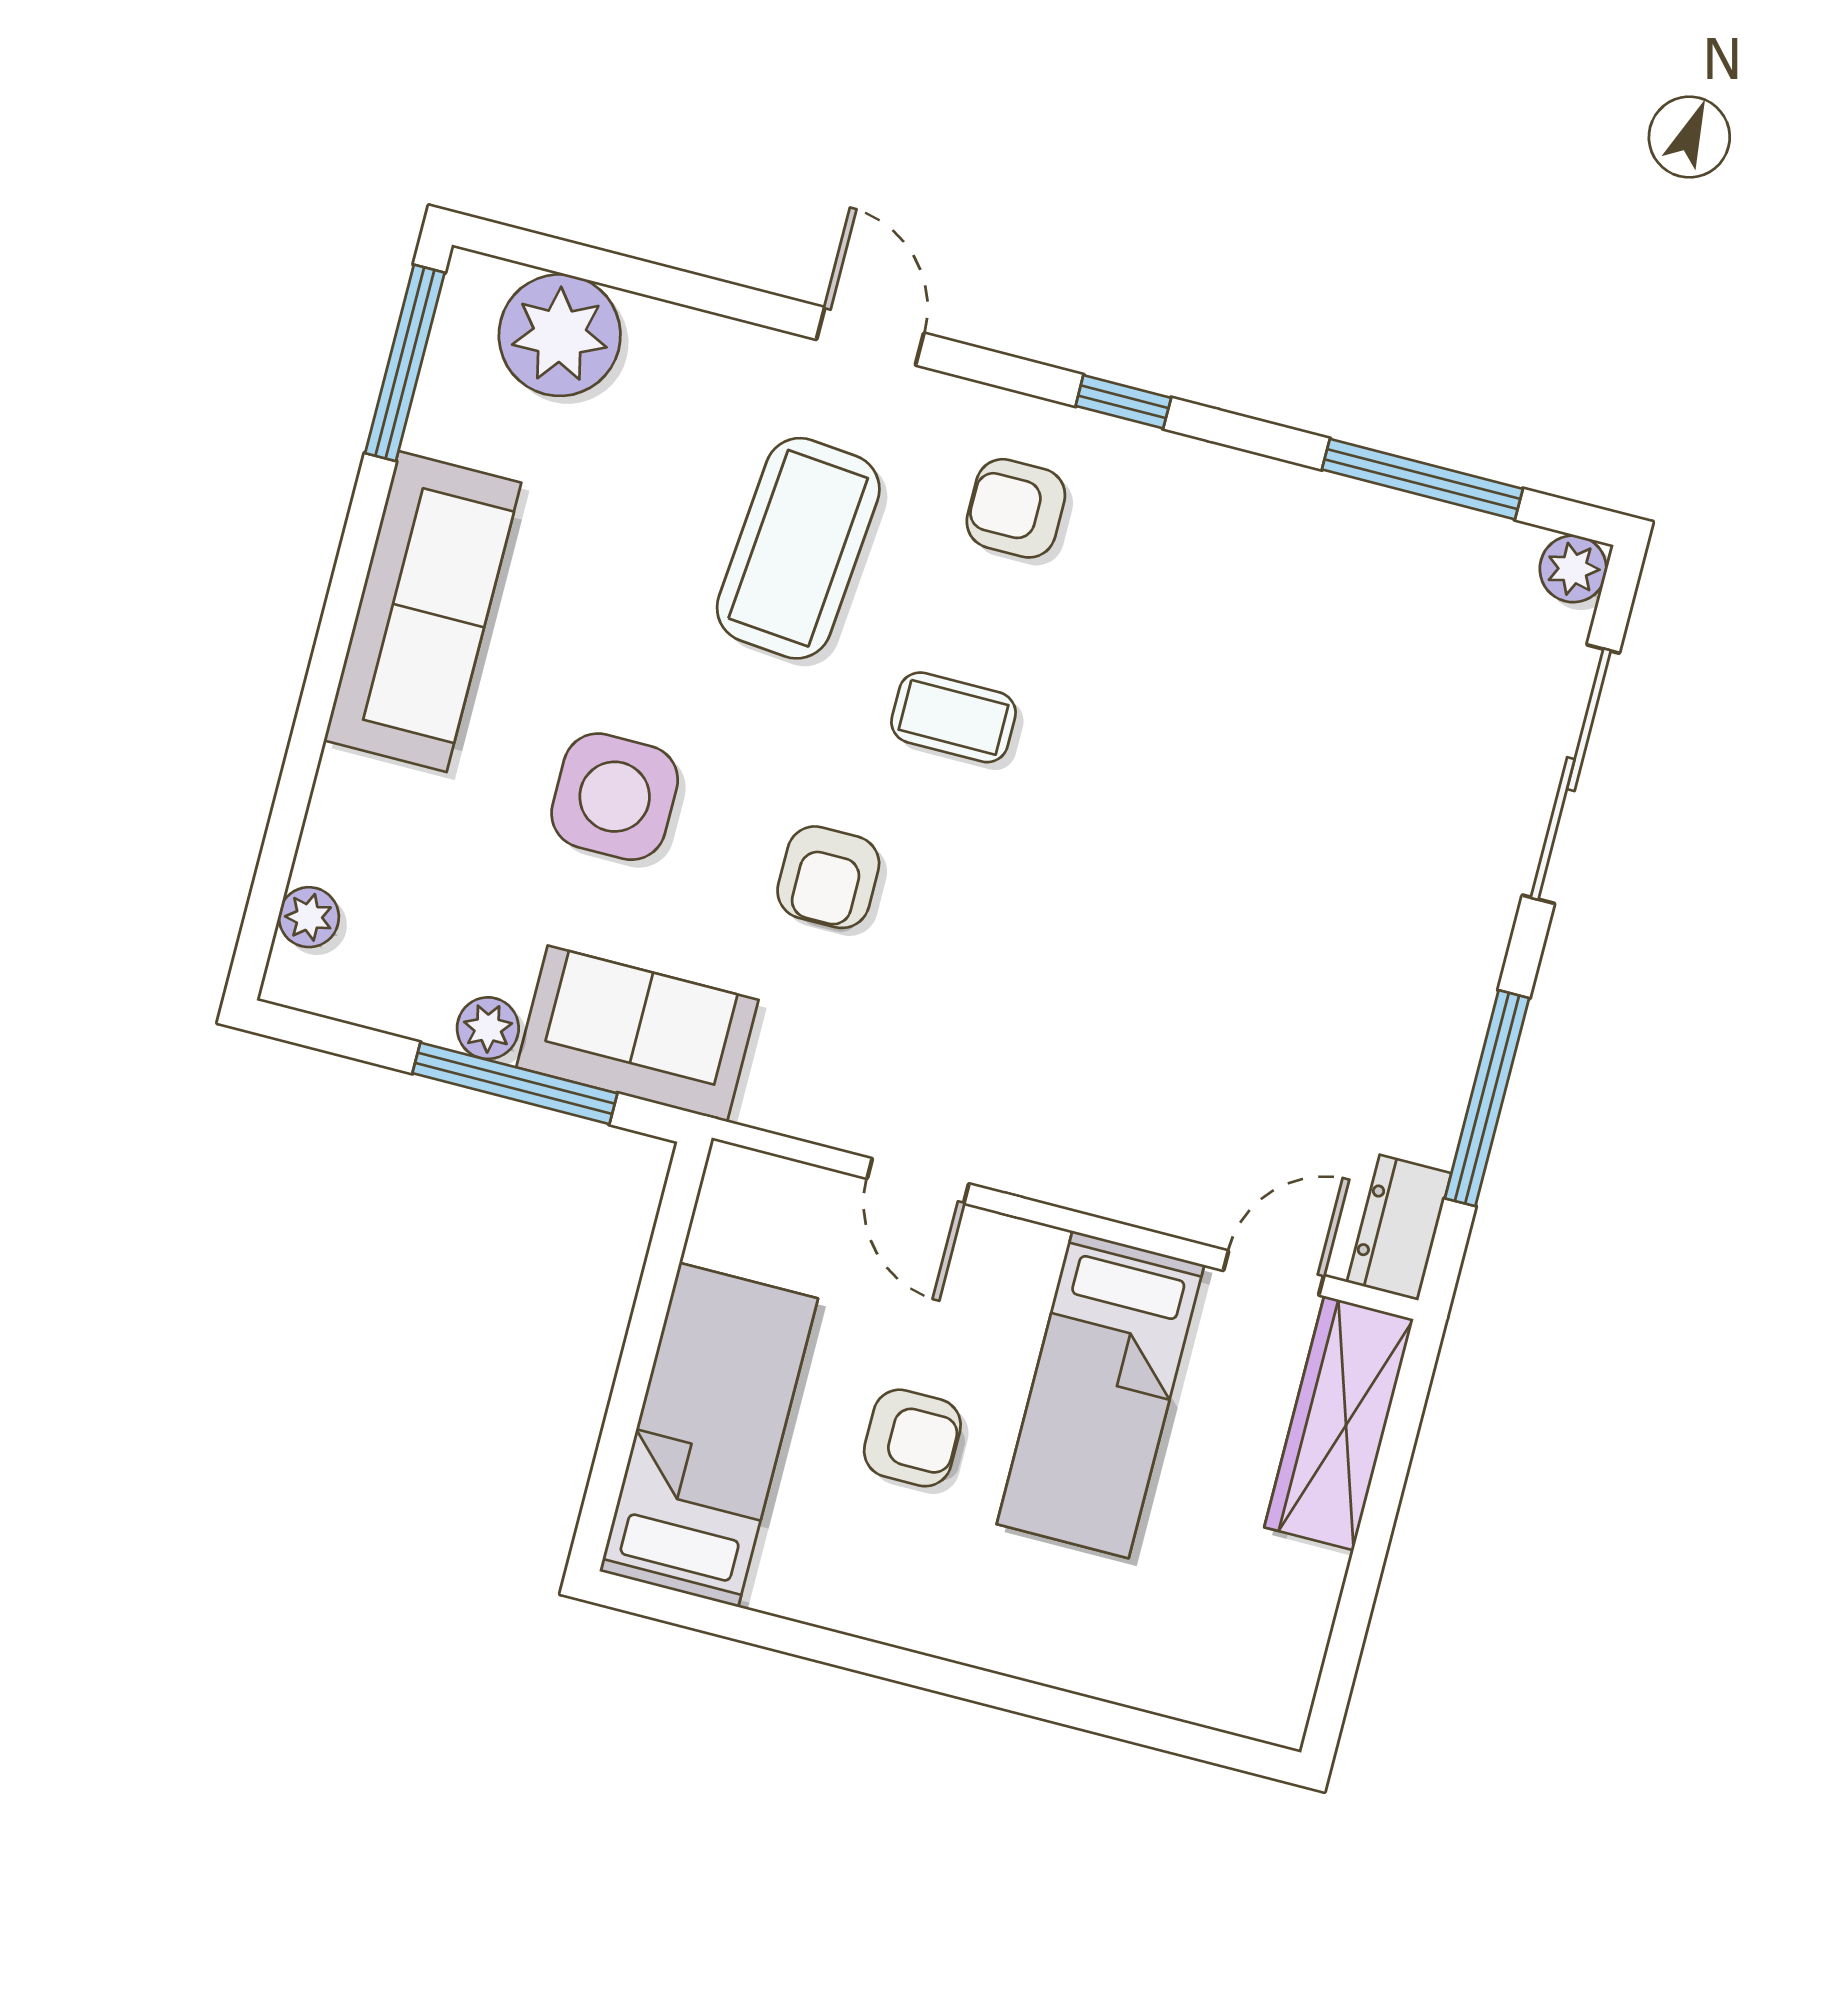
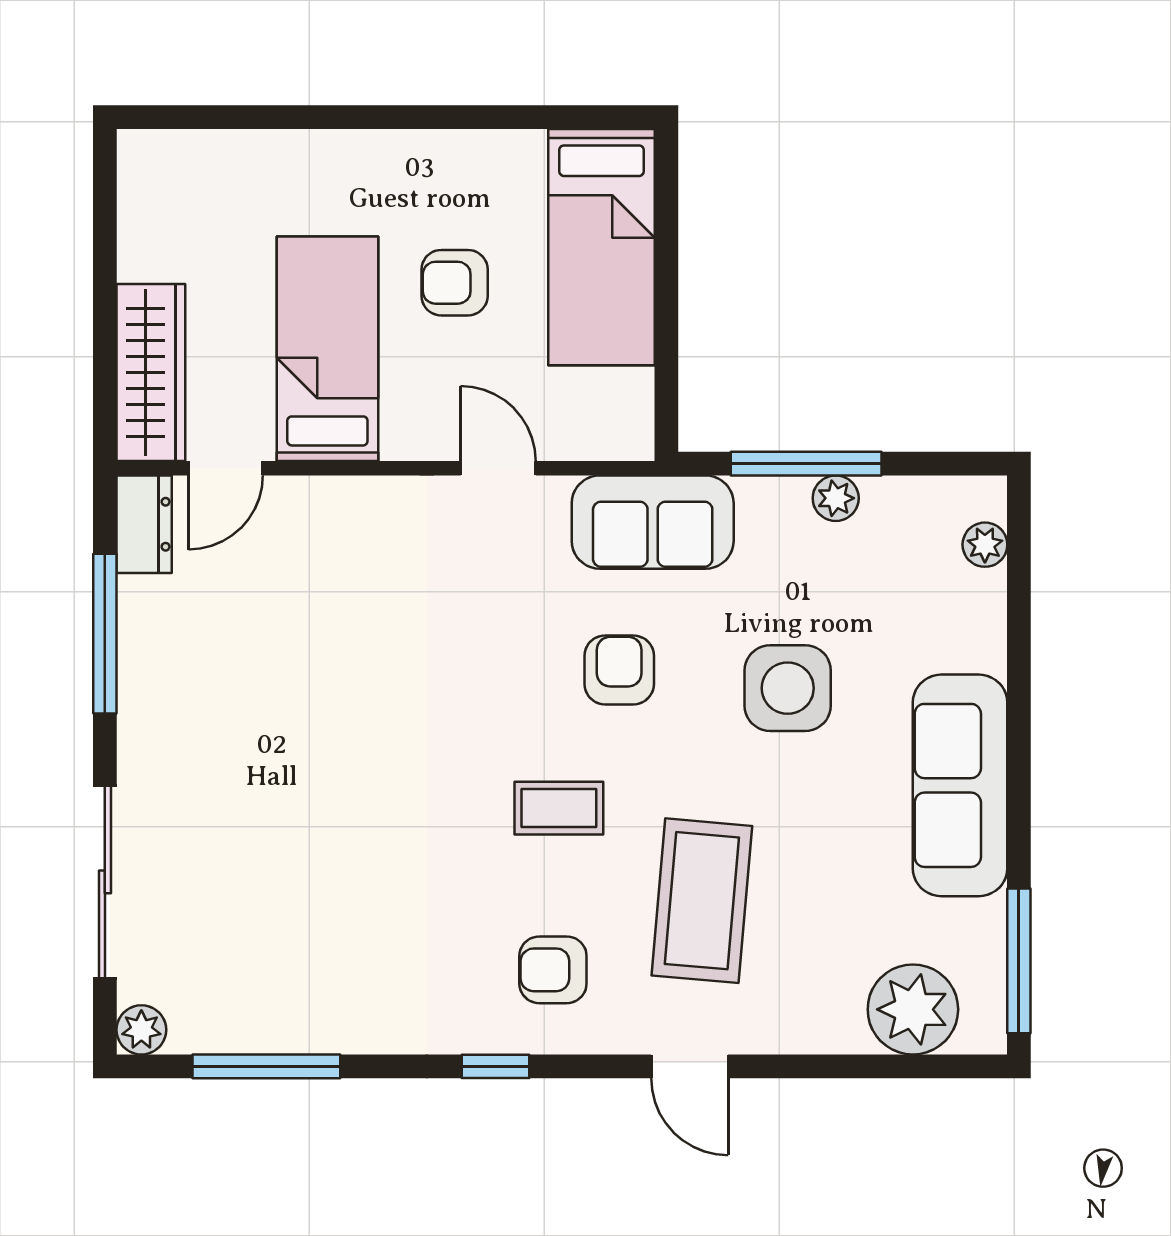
armchair: (1016, 508) -> (553, 970), turned 180
sofa: (637, 1034) -> (653, 522), moved

